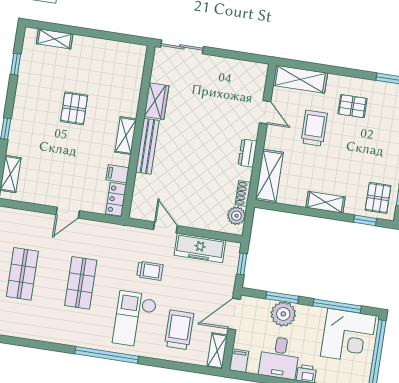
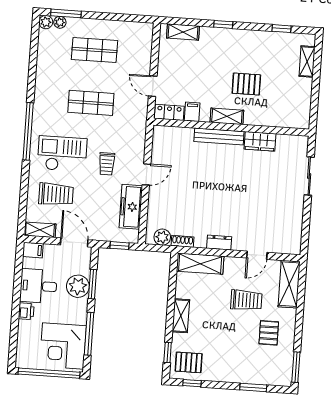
wardrobe: (157, 101) -> (260, 141), moved
wall: (138, 132) -> (231, 127), moved
shelving: (126, 136) -> (227, 116), moved
bench: (147, 146) -> (219, 136), moved
filing cabinet: (118, 174) -> (192, 112), moved
locker: (116, 199) -> (169, 112), moved

